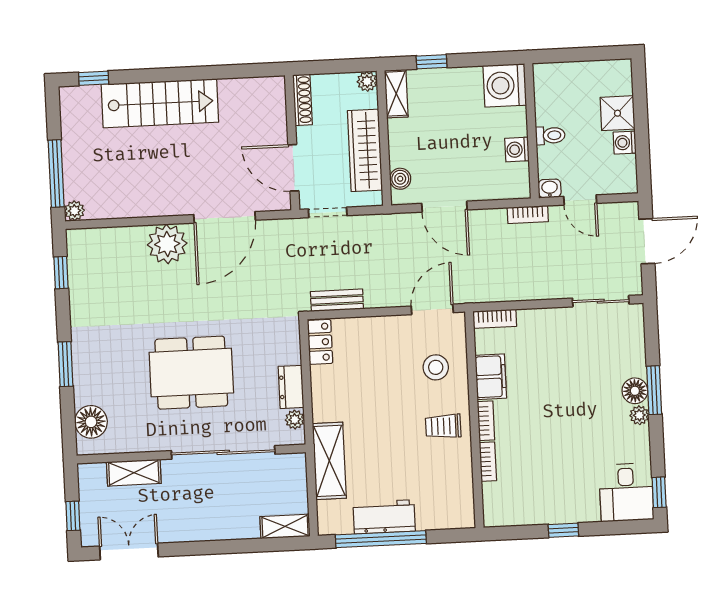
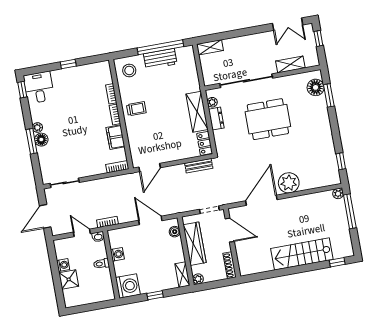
window: (432, 62) -> (155, 295), moved
window: (65, 364) -> (329, 95), moved
stool: (436, 367) -> (129, 70), moved
shelving: (329, 461) -> (197, 112), moved

